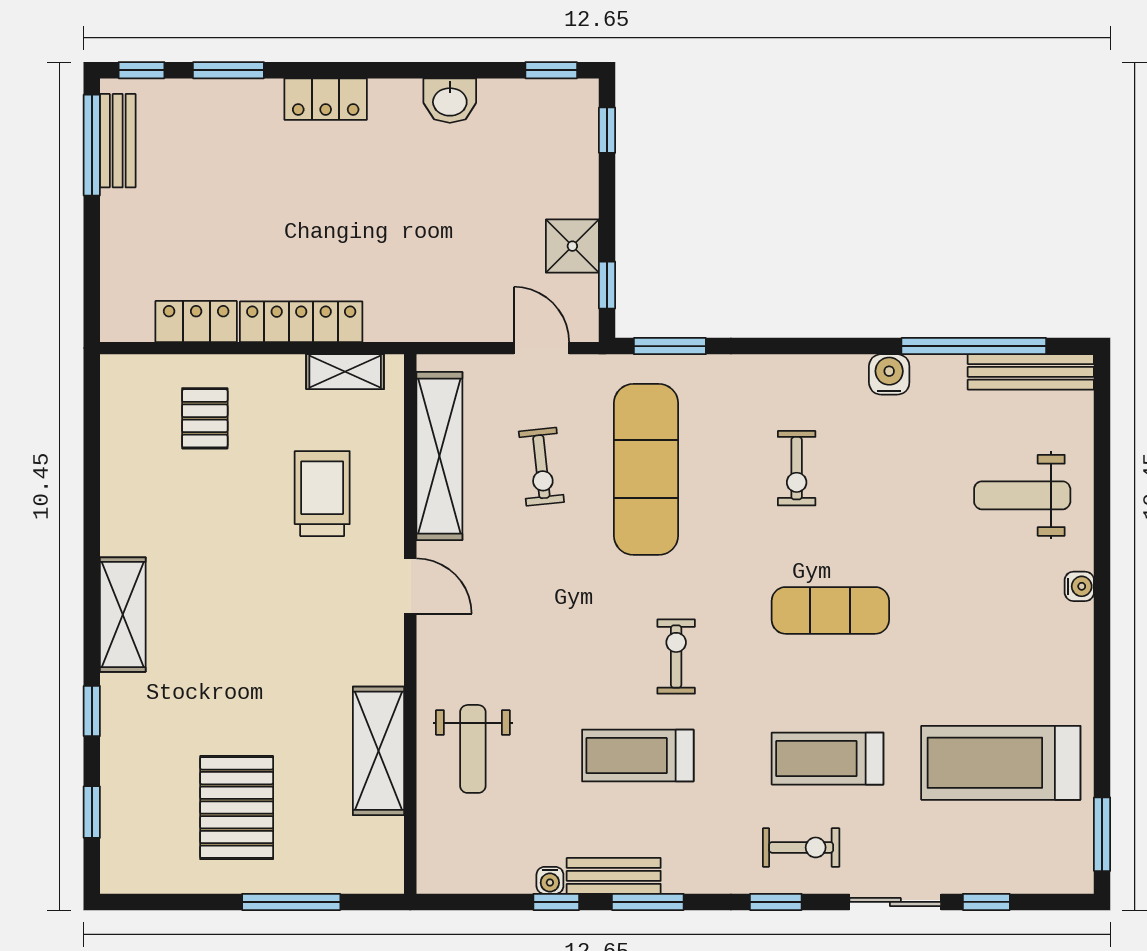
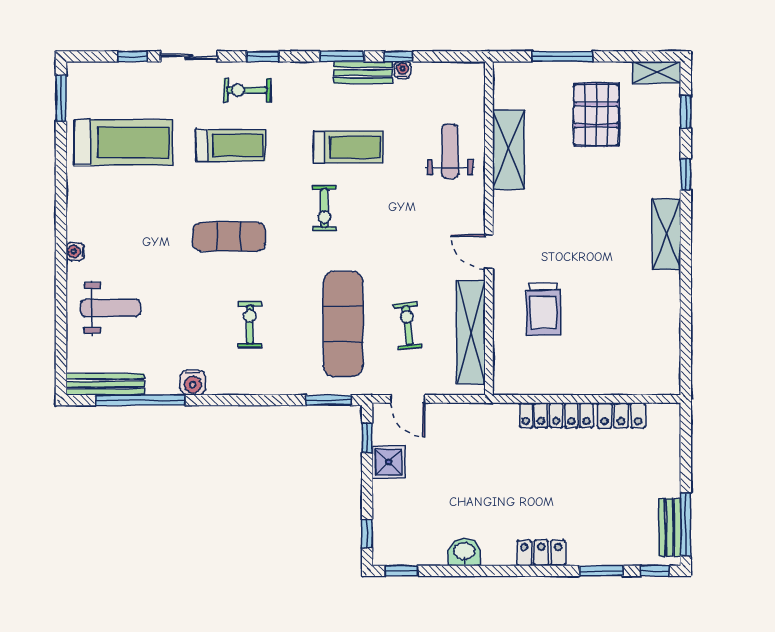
shelving: (345, 372) -> (657, 72), moved
pallet: (205, 418) -> (616, 356), removed

